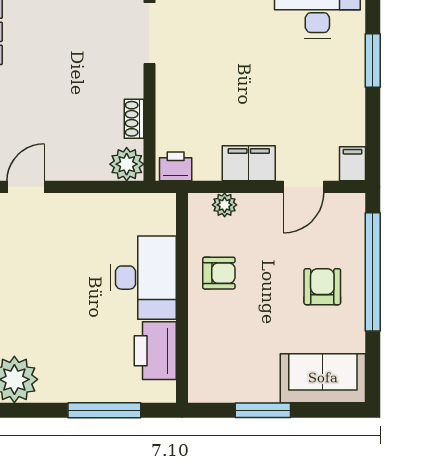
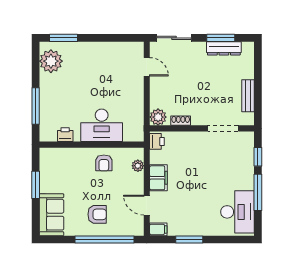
window: (373, 61) -> (189, 240), moved
printer: (155, 351) -> (65, 135), width x0.53, depth x0.68

